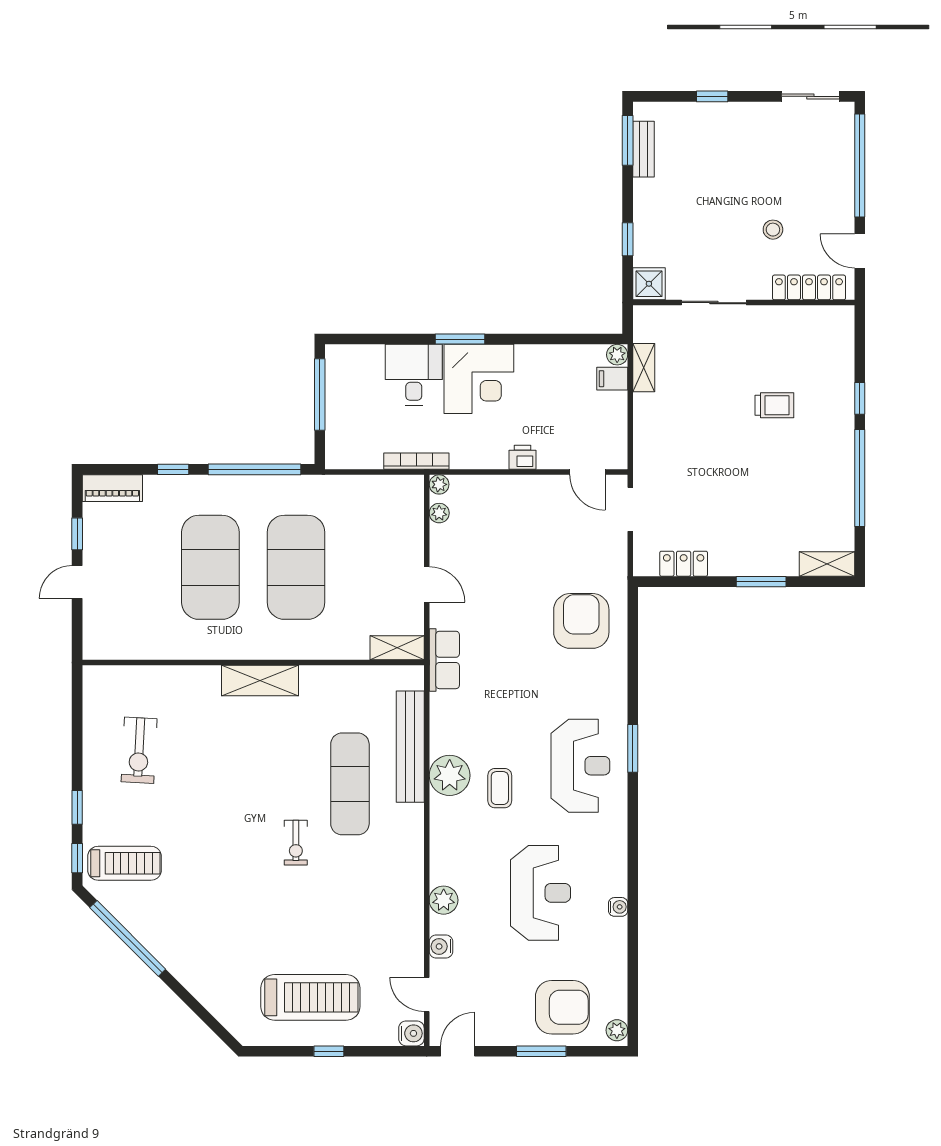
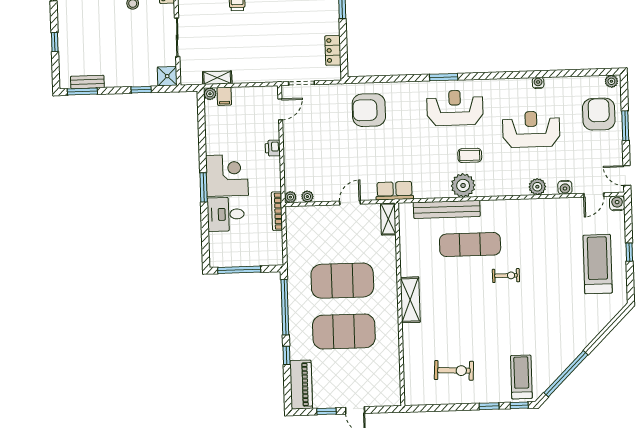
piano: (112, 488) -> (301, 385), width x1.37, depth x1.33

